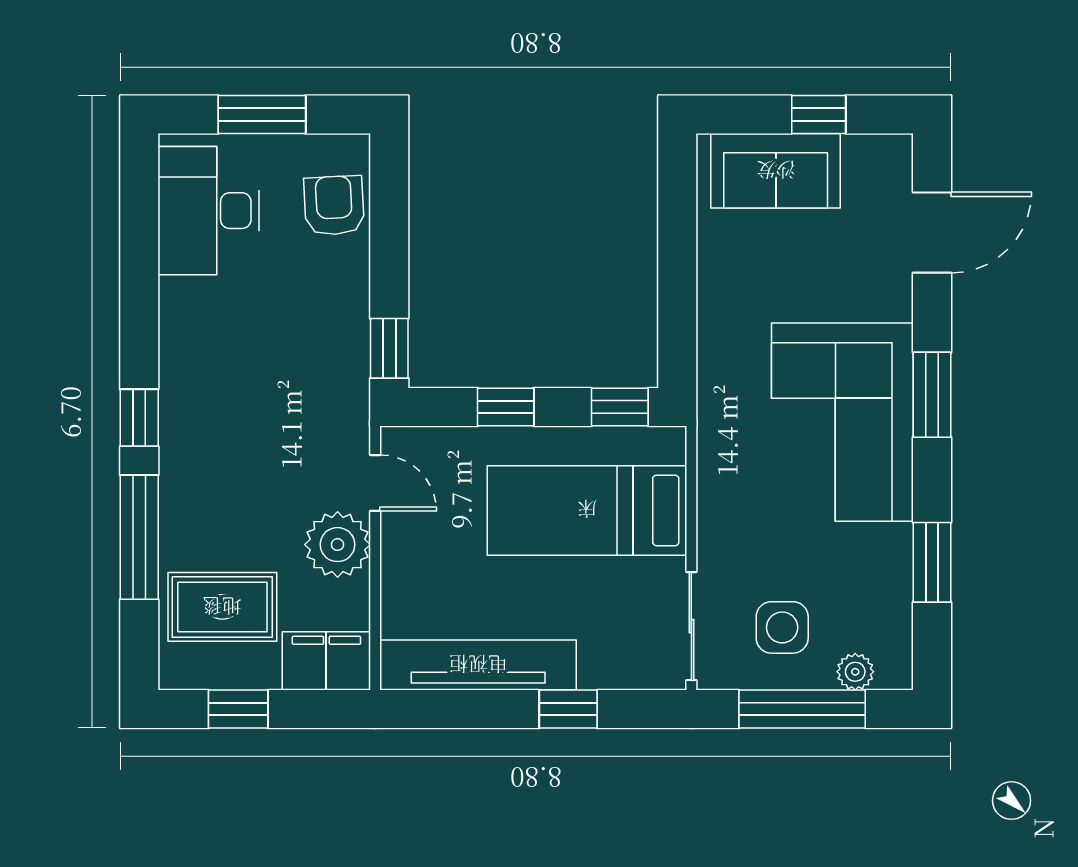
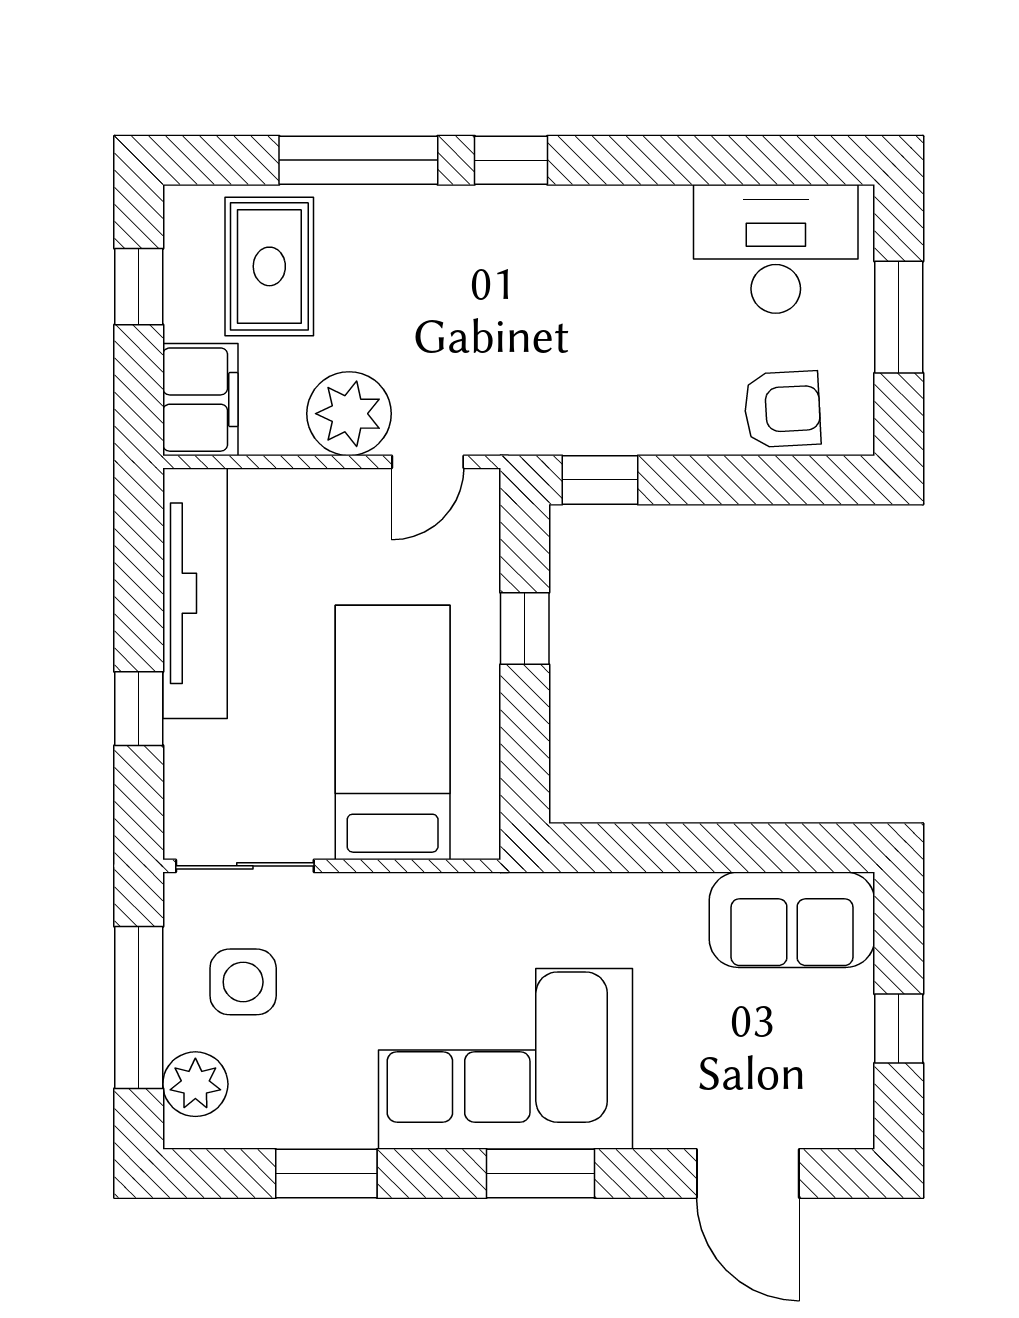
sofa: (776, 171) -> (792, 920), moved, turned -90
window: (620, 407) -> (525, 774), removed
plant: (855, 672) -> (195, 1084), width x1.38, depth x1.38

